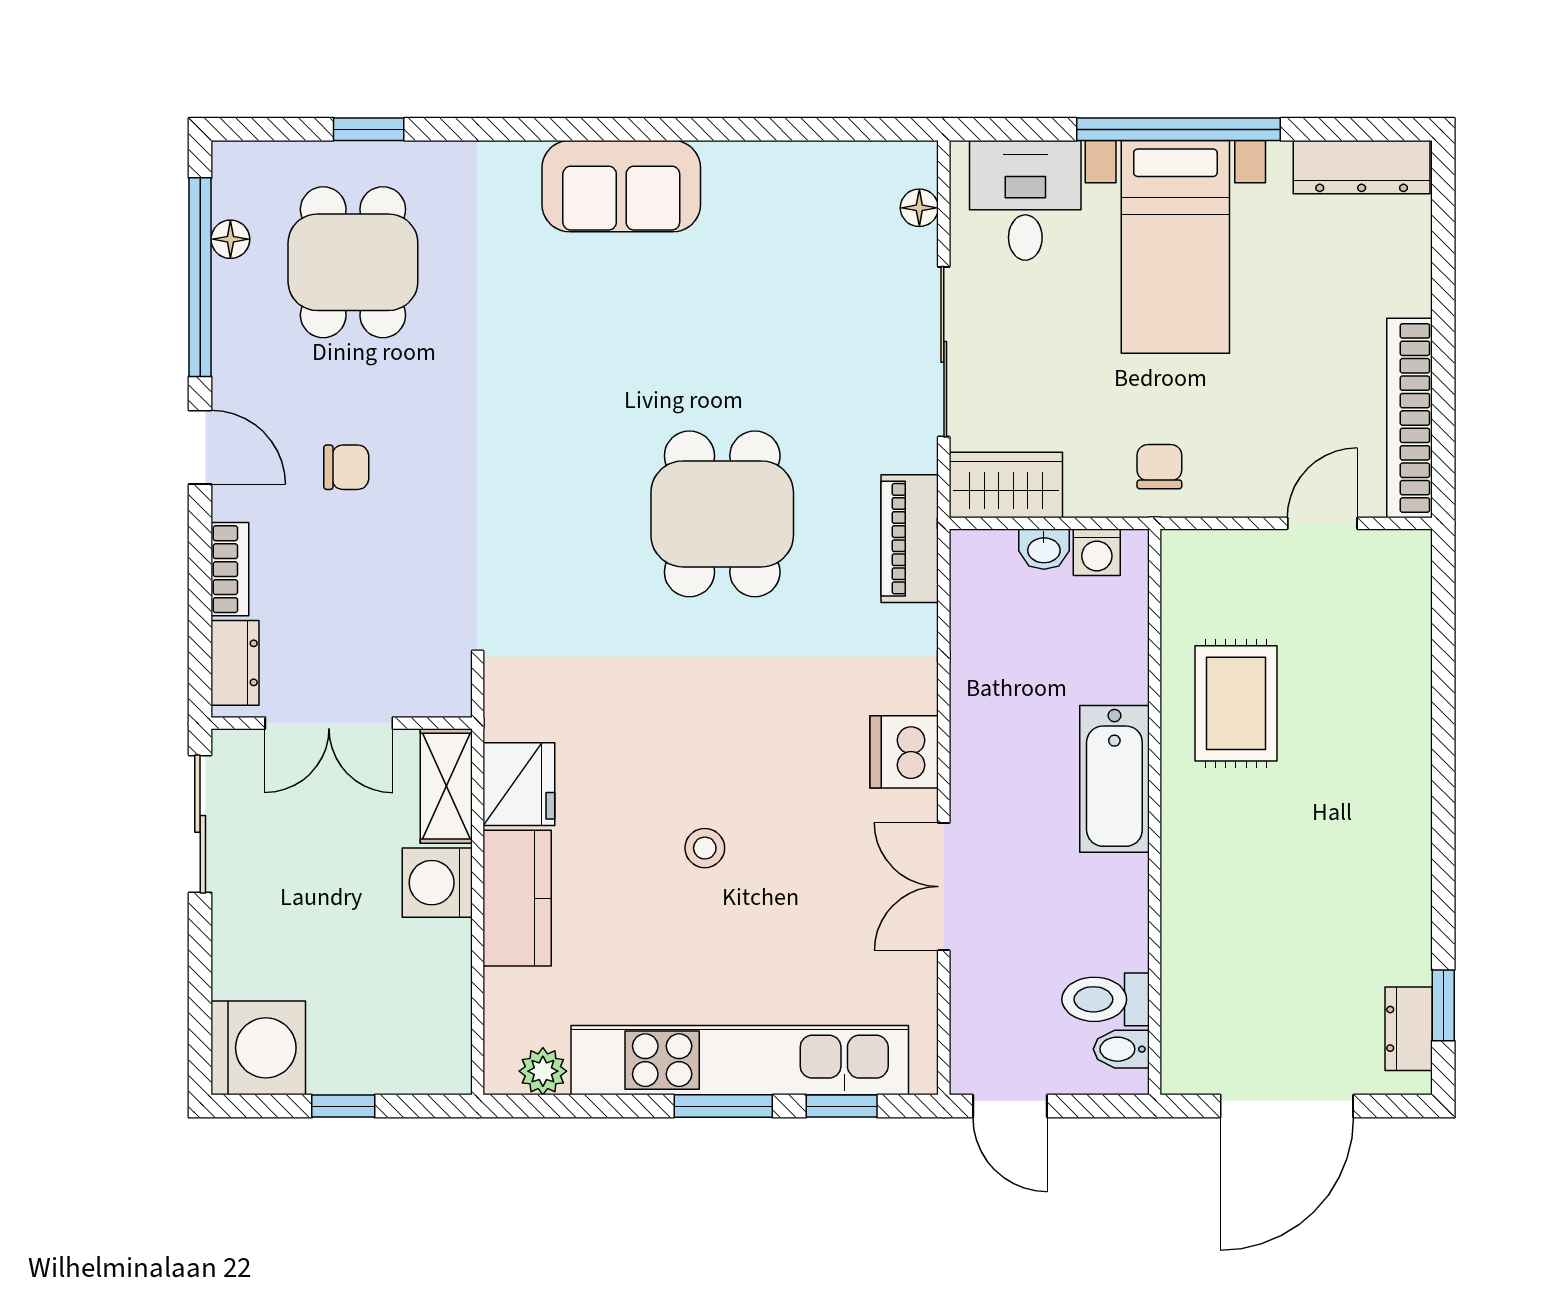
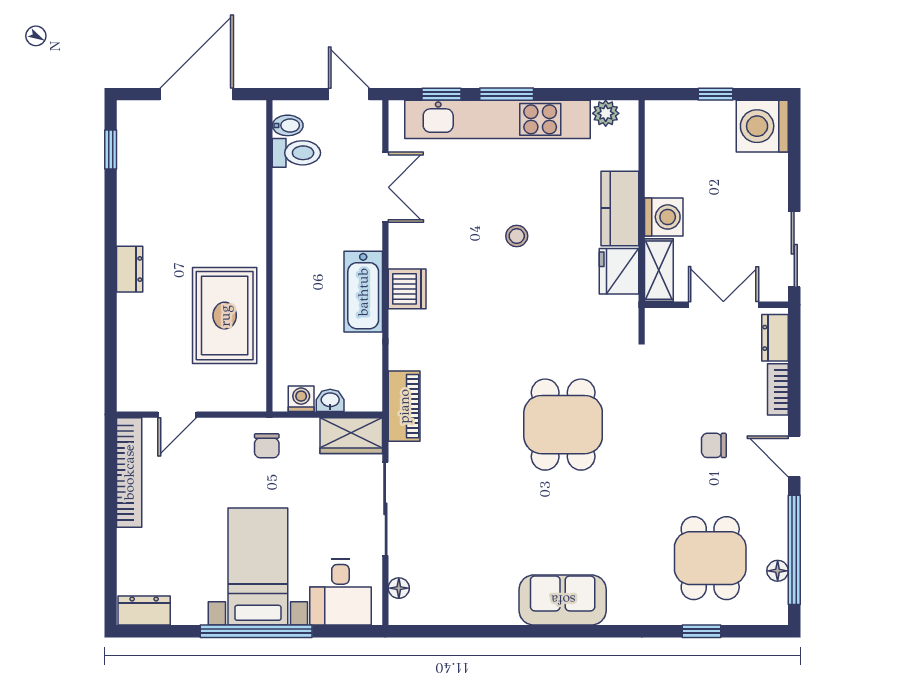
dresser: (1362, 167) -> (144, 610), width x0.70
dining table: (722, 514) -> (563, 425), moved
rug: (1236, 703) -> (225, 316), width x1.36, depth x1.43
bathtub: (1114, 779) -> (363, 292), moved, turned 180
double door: (944, 887) -> (385, 187), moved
dresser: (1409, 1029) -> (130, 269), moved

